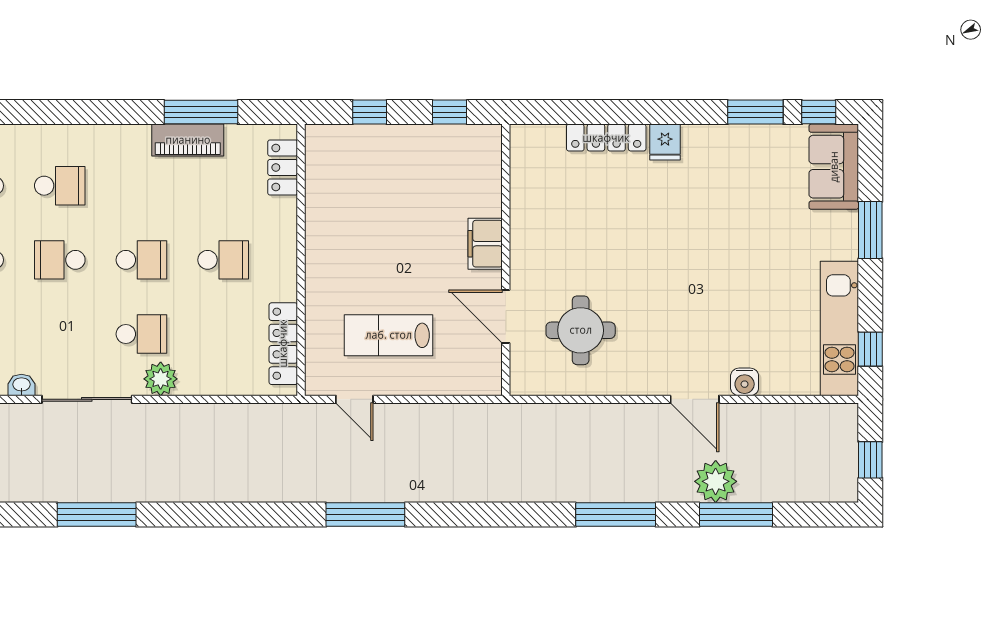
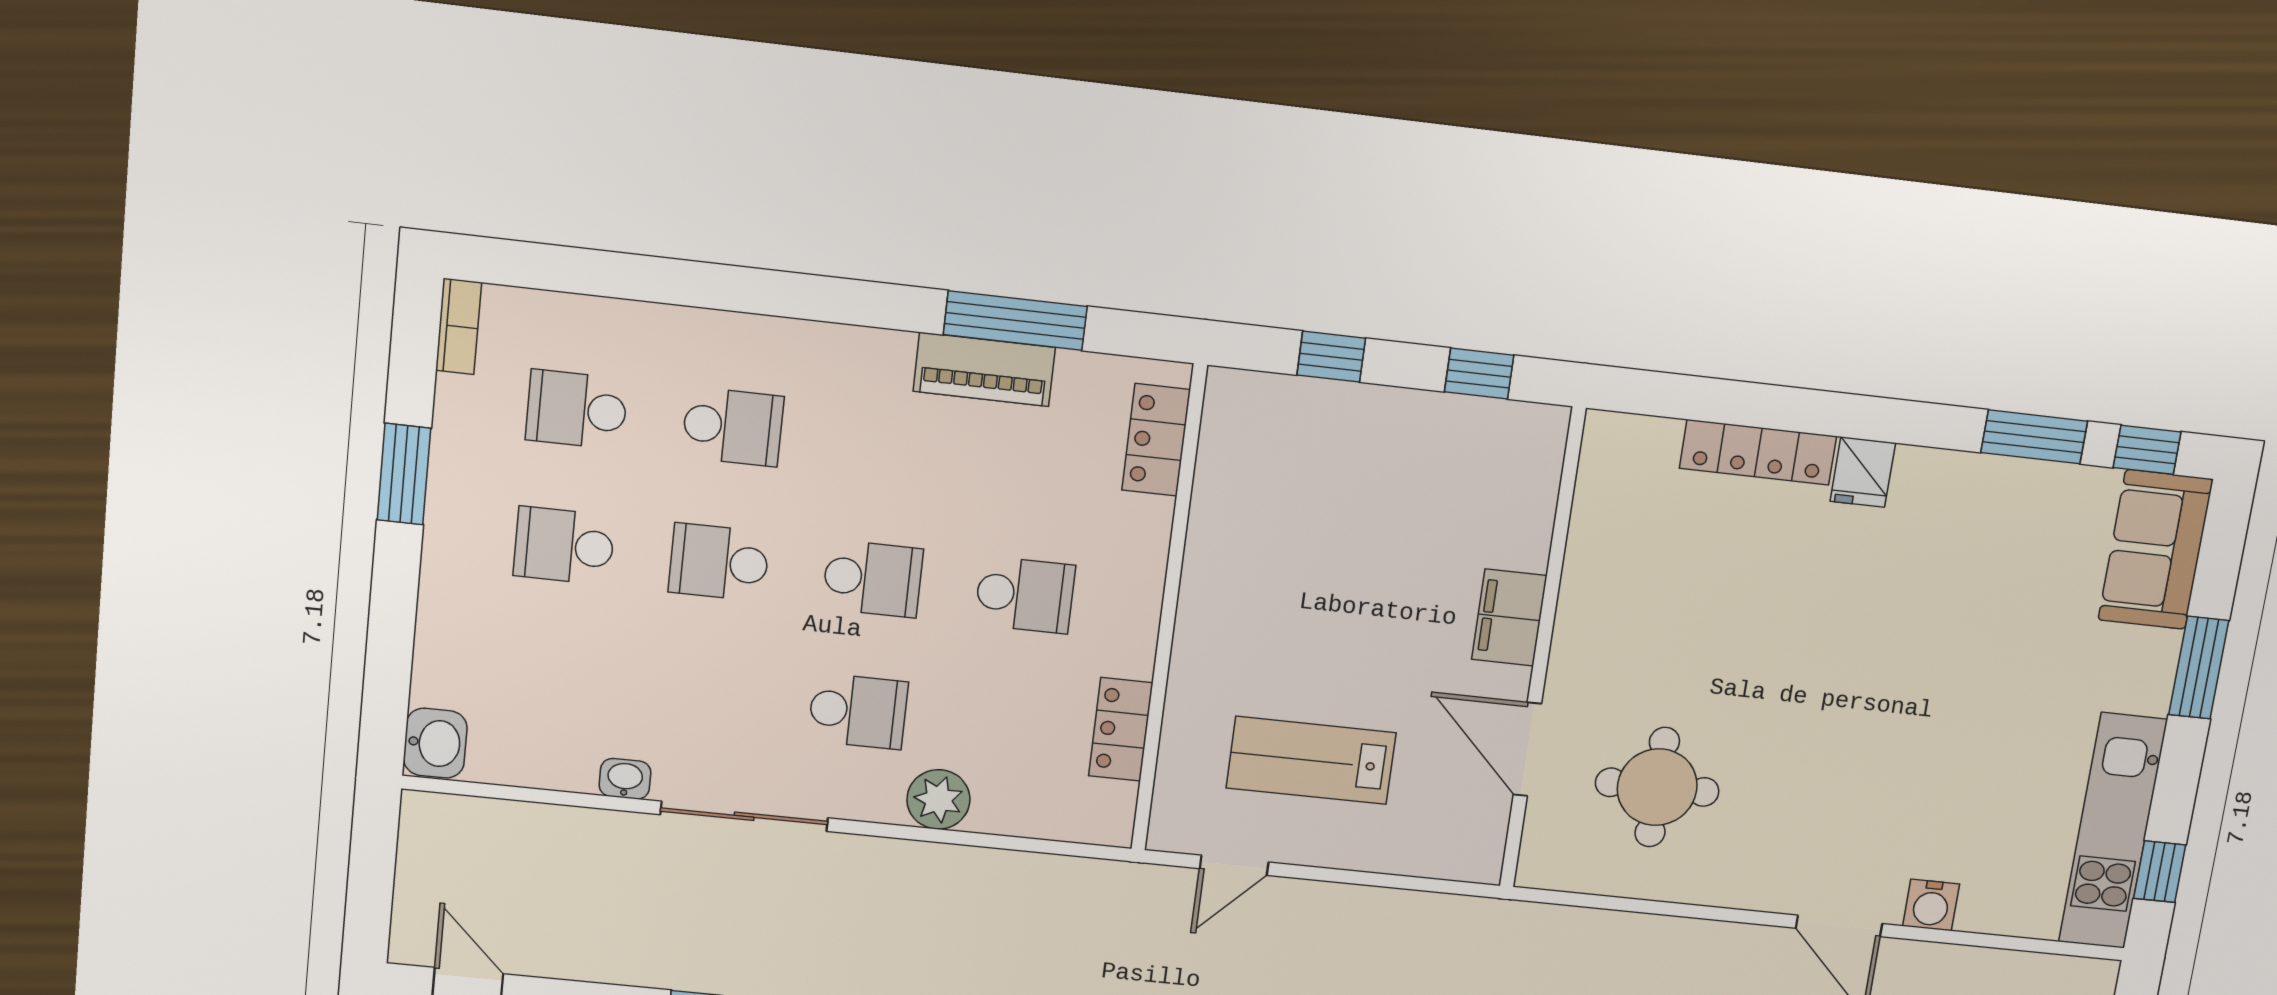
locker: (283, 344) -> (1121, 729), width x0.66
plant: (161, 379) -> (938, 799), moved
door: (354, 399) -> (1234, 865), hinge flipped

